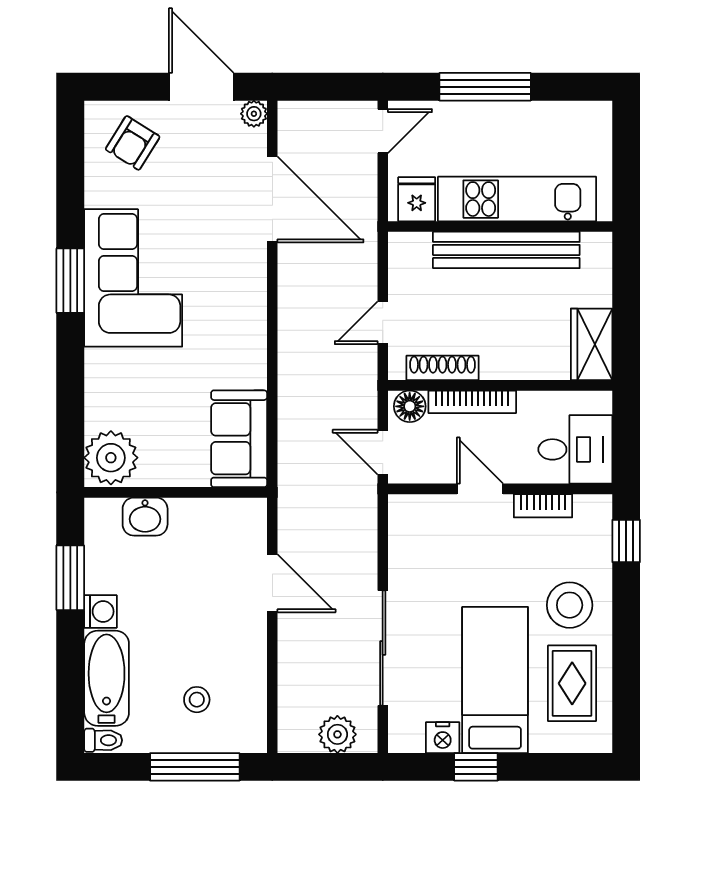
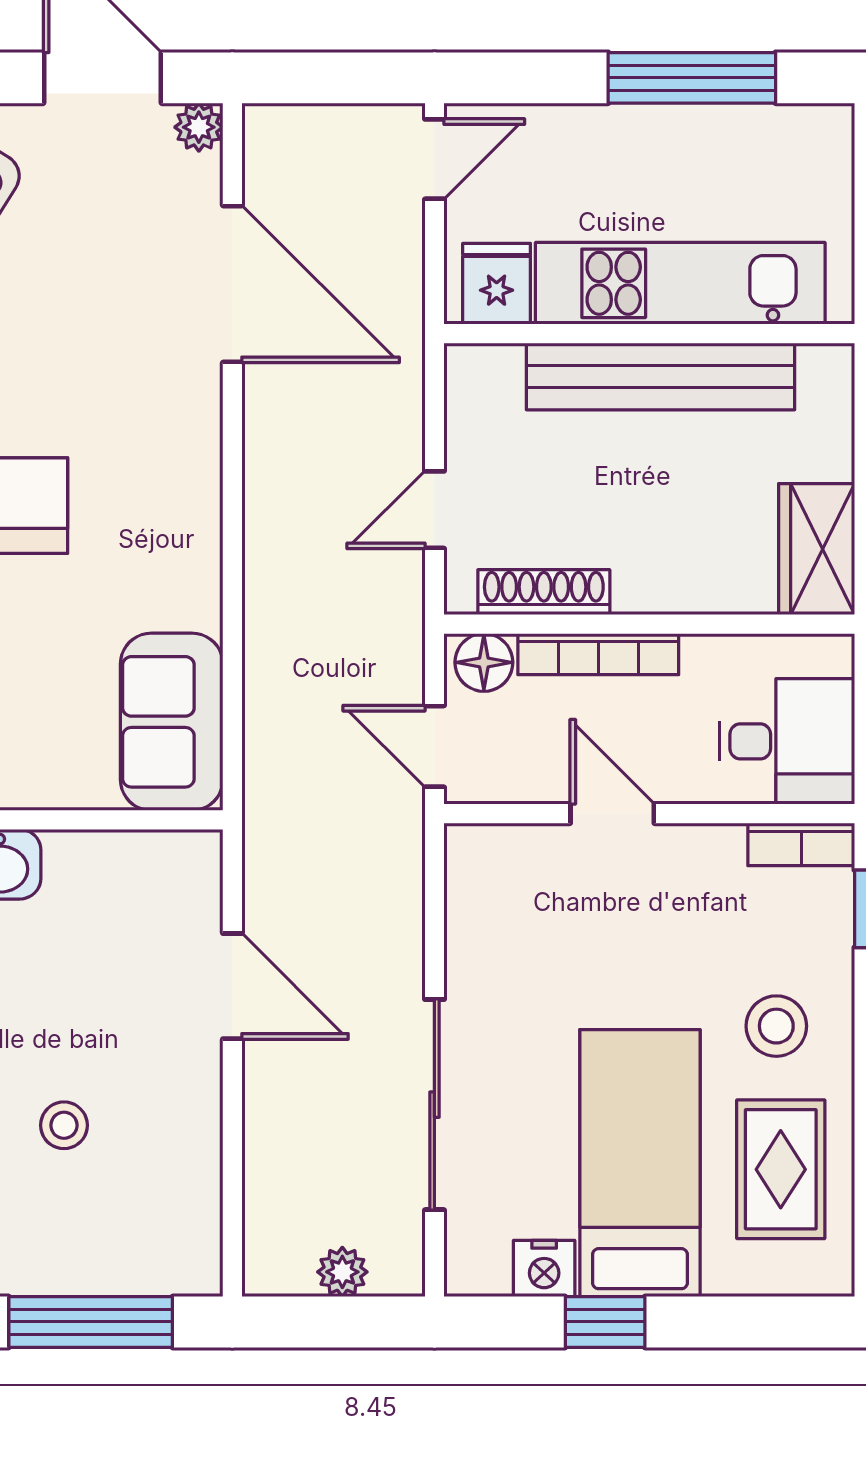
window: (485, 87) -> (692, 78), moved
bookcase: (543, 506) -> (801, 844), moved
stool: (570, 605) -> (776, 1026), width x0.73, depth x0.73
stool: (197, 700) -> (64, 1125), moved
plant: (337, 734) -> (342, 1272), width x0.73, depth x0.73

